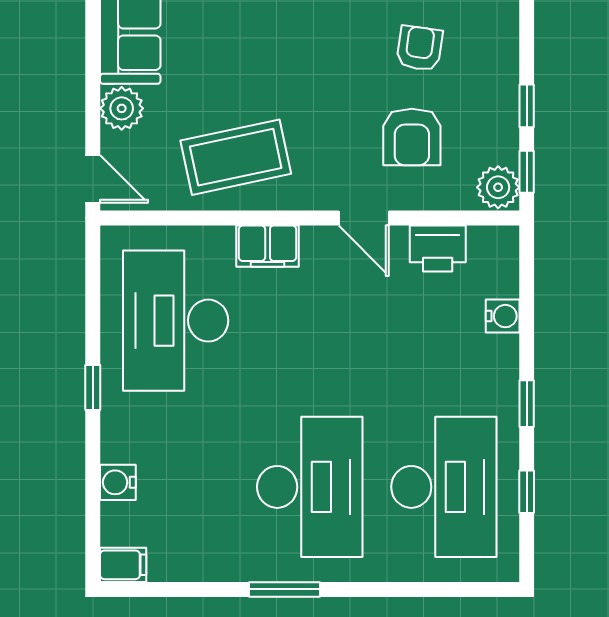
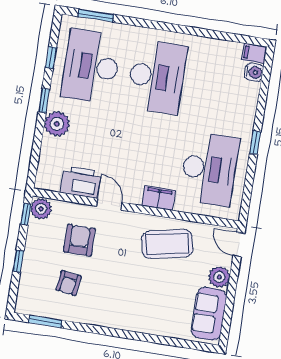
window: (527, 106) -> (18, 261), moved
printer: (438, 248) -> (81, 182), width x1.37, depth x1.19
water cooler: (503, 316) -> (49, 145), removed
plant: (494, 361) -> (57, 124), added
water cooler: (118, 482) -> (254, 72), moved
desk: (310, 487) -> (157, 77), turned 180
window: (284, 589) -> (96, 16), moved

